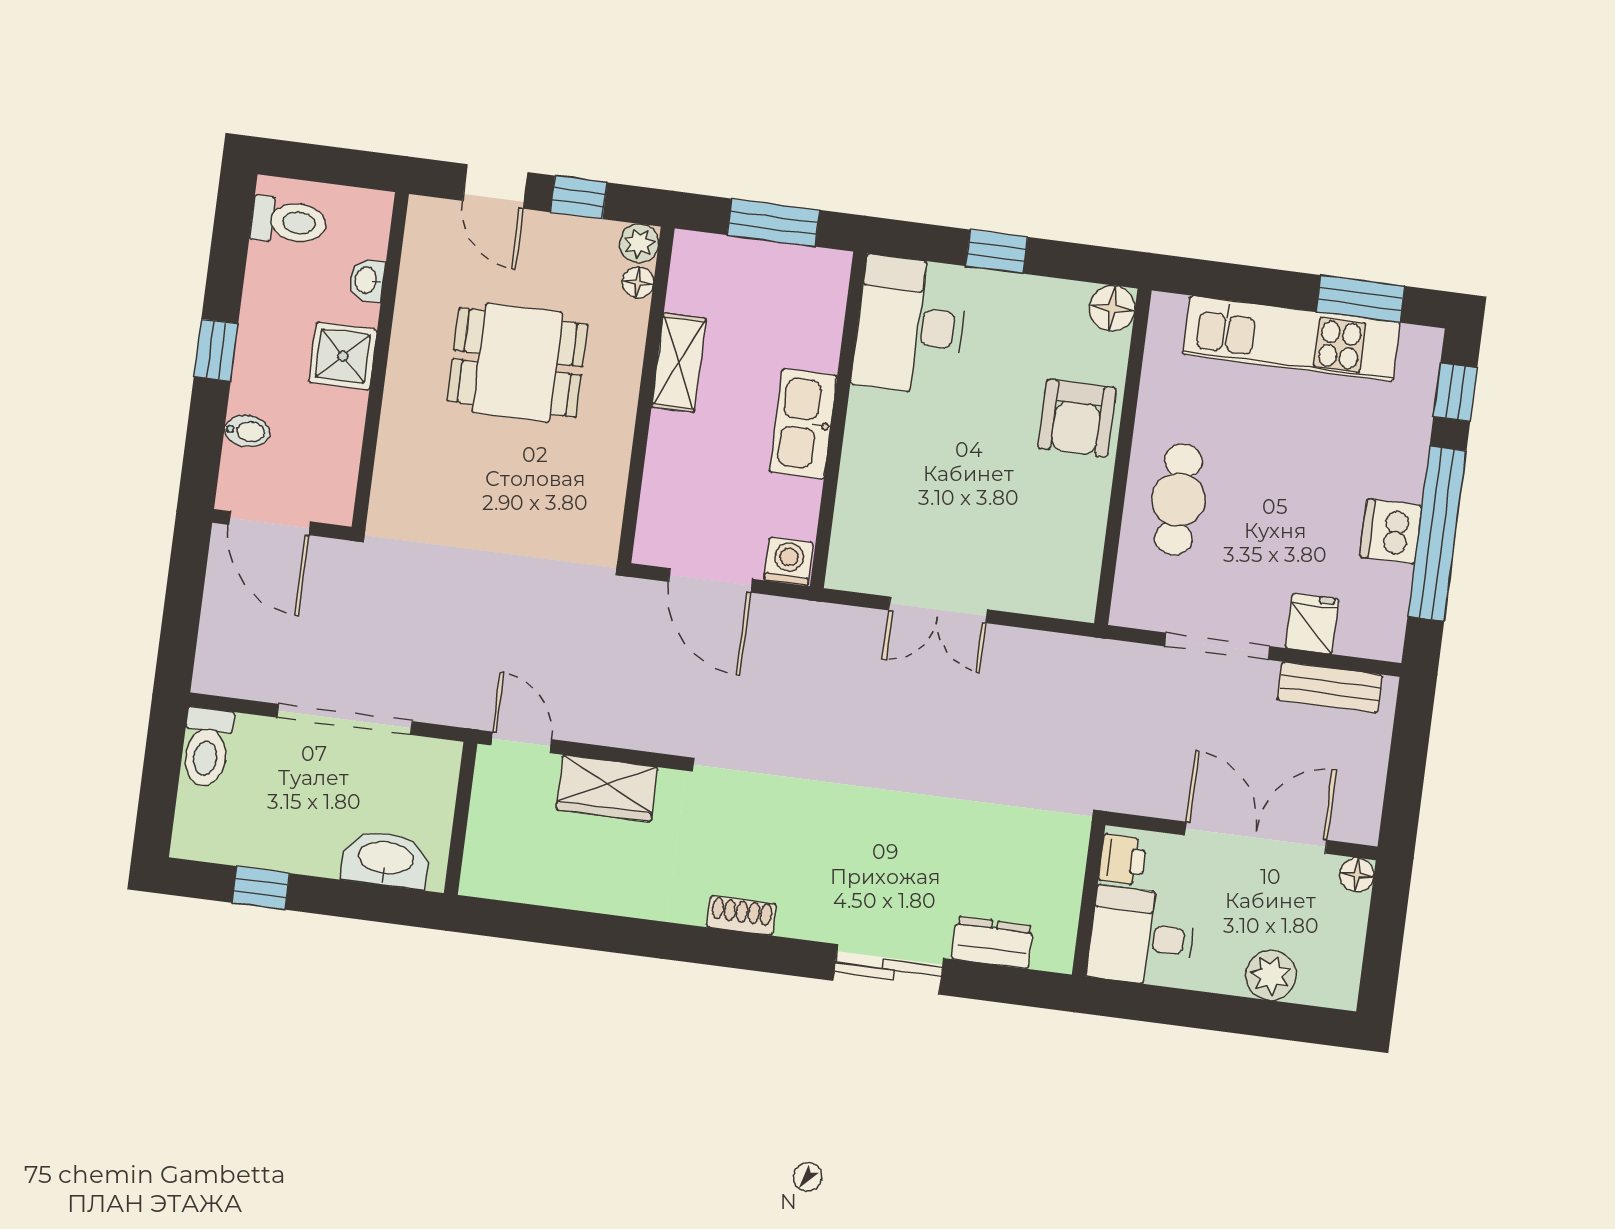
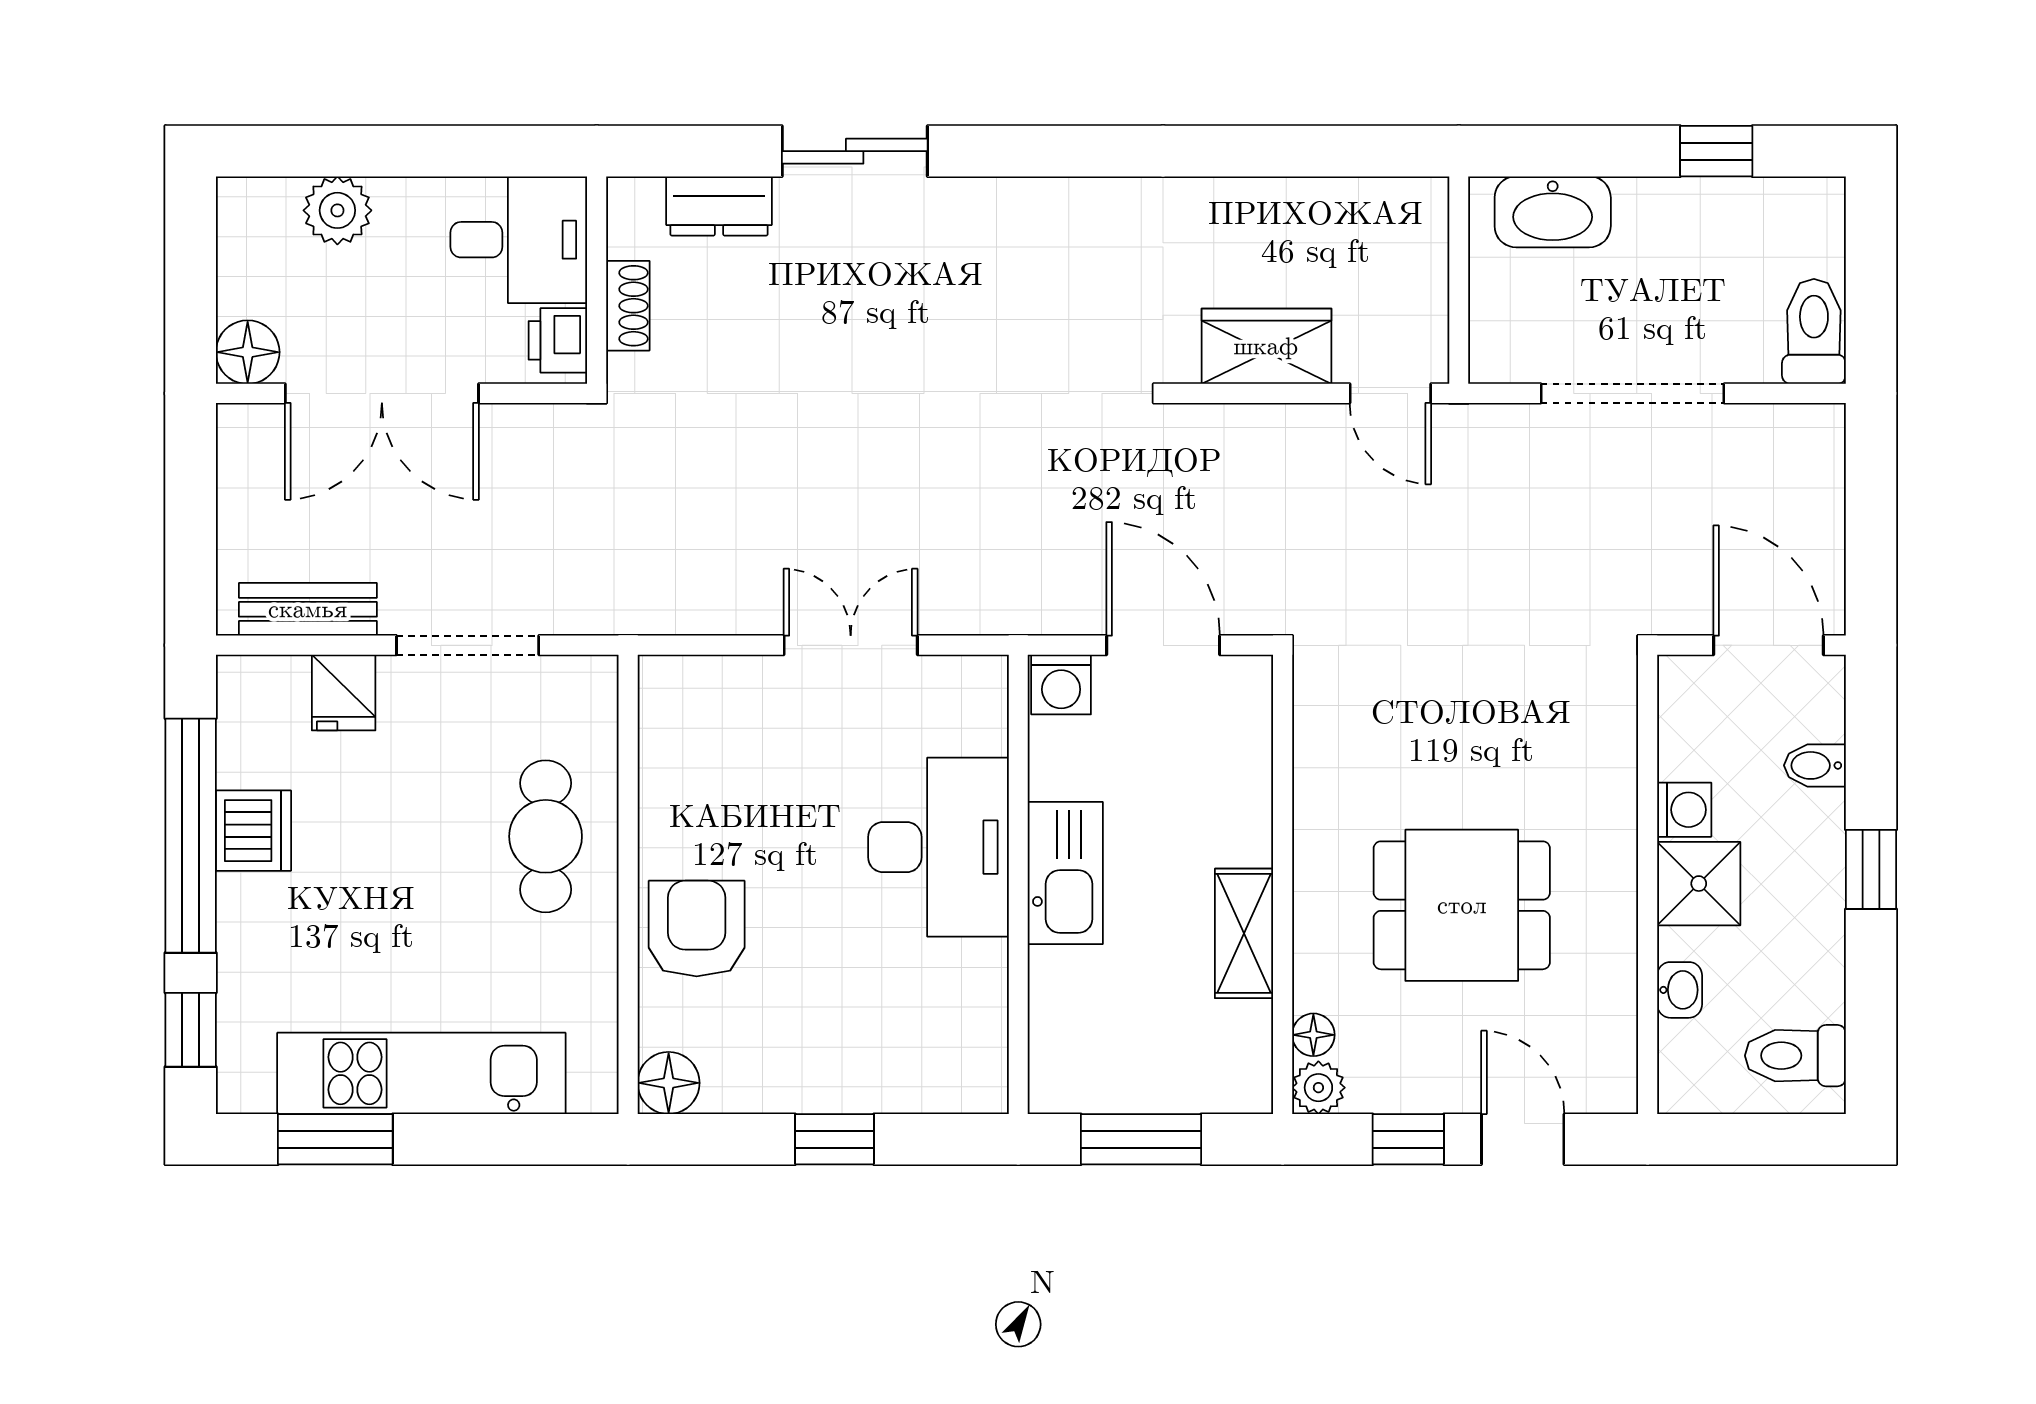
desk: (910, 325) -> (938, 847), moved
washing machine: (346, 411) -> (1684, 810), added
floor lamp: (1357, 875) -> (248, 352), width x1.37, depth x1.37
shoe rack: (741, 916) -> (628, 306), moved, turned -90

